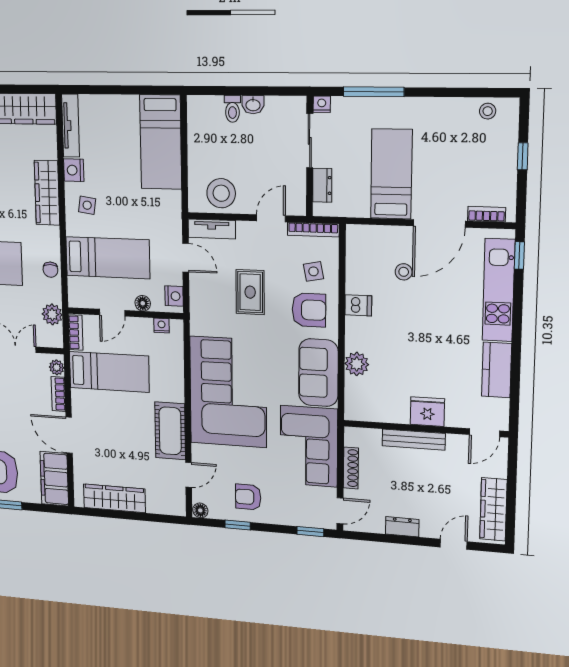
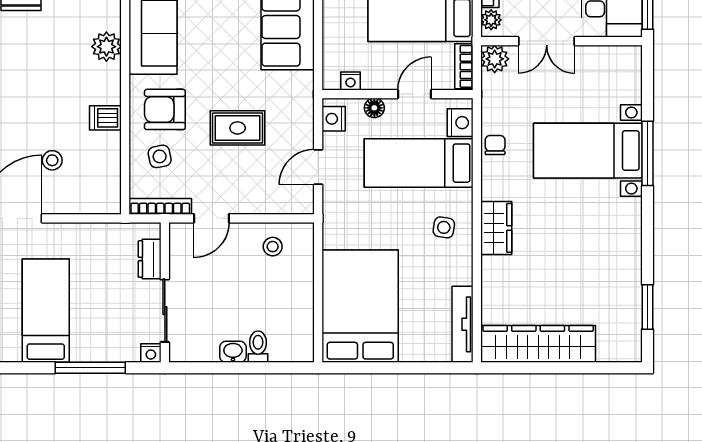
bed: (161, 142) -> (360, 306), width x1.50
nightstand: (74, 170) -> (460, 123), moved
bed: (391, 174) -> (46, 311), moved, turned 180
wardrobe: (47, 193) -> (496, 228), width x0.67
stool: (221, 193) -> (273, 247), width x0.53, depth x0.53
tv unit: (212, 229) -> (285, 203), removed
door: (186, 258) -> (318, 167), hinge flipped
rug: (250, 292) -> (238, 128), turned 90
plant: (52, 314) -> (495, 59), moved

